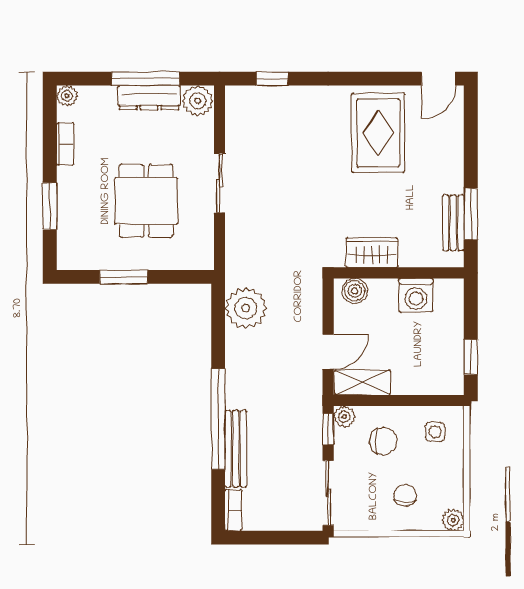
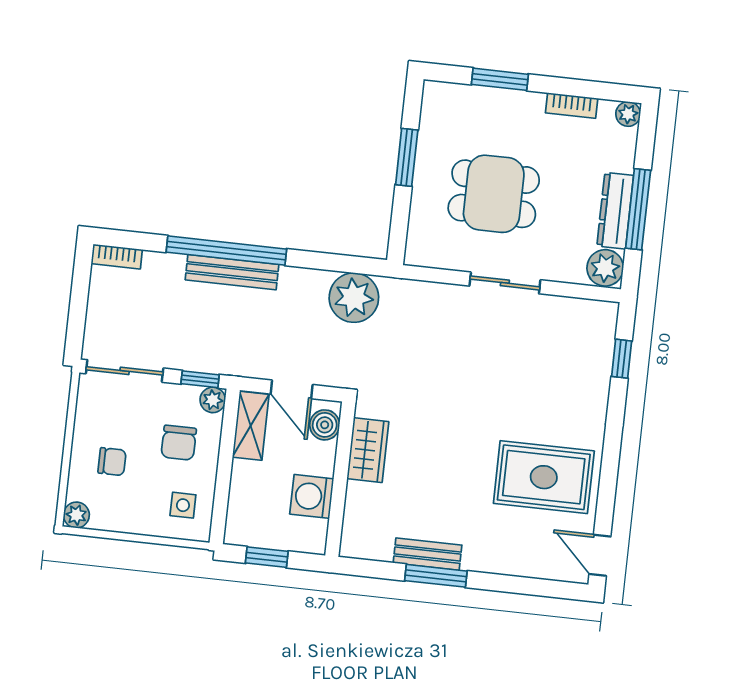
wardrobe: (372, 253) -> (368, 450), moved
wall: (399, 273) -> (340, 479), moved
boiler: (355, 291) -> (325, 425), moved
washing machine: (416, 295) -> (312, 496), moved
bench: (236, 449) -> (232, 272), moved

